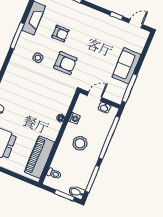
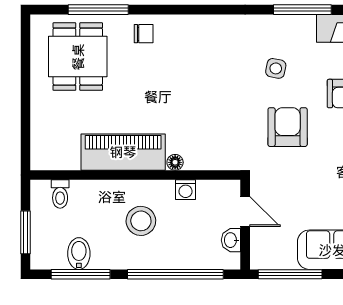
armchair: (65, 63) -> (288, 127), turned 180
piano: (39, 157) -> (123, 152), moved
bidet: (76, 192) -> (79, 254), moved

